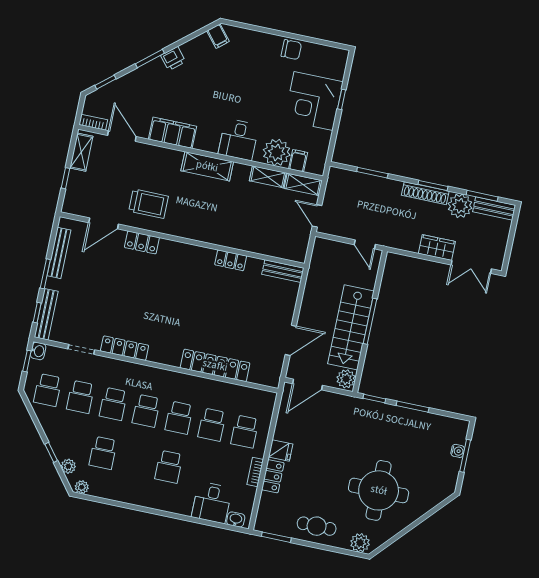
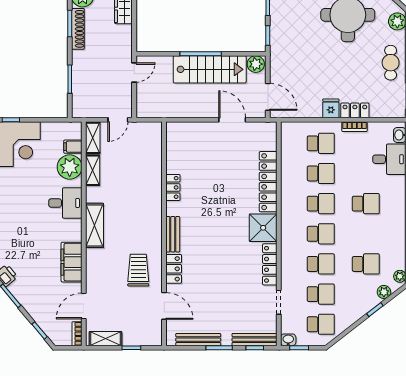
bench: (283, 271) -> (173, 234), moved
shower: (166, 349) -> (263, 228), added

